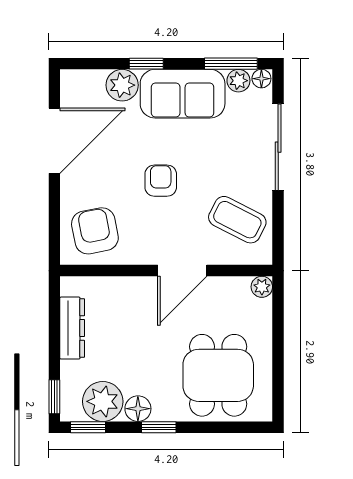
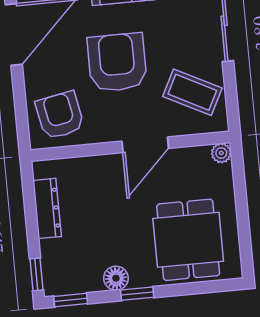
armchair: (161, 181) -> (117, 62), width x1.88, depth x1.88
plant: (103, 401) -> (82, 275), removed

